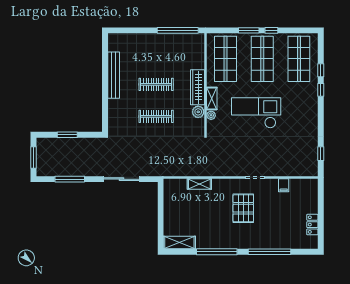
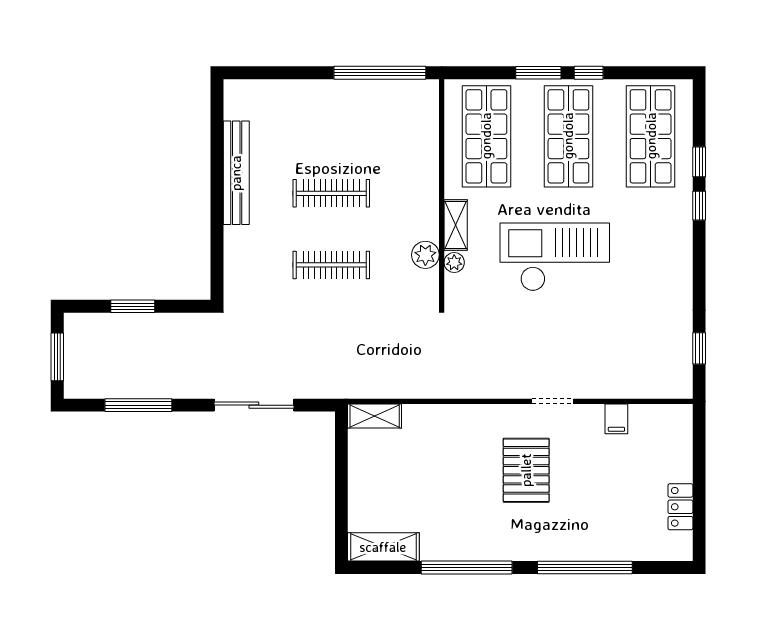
wardrobe: (197, 87) -> (424, 200), removed
shelving: (199, 184) -> (375, 416), moved

